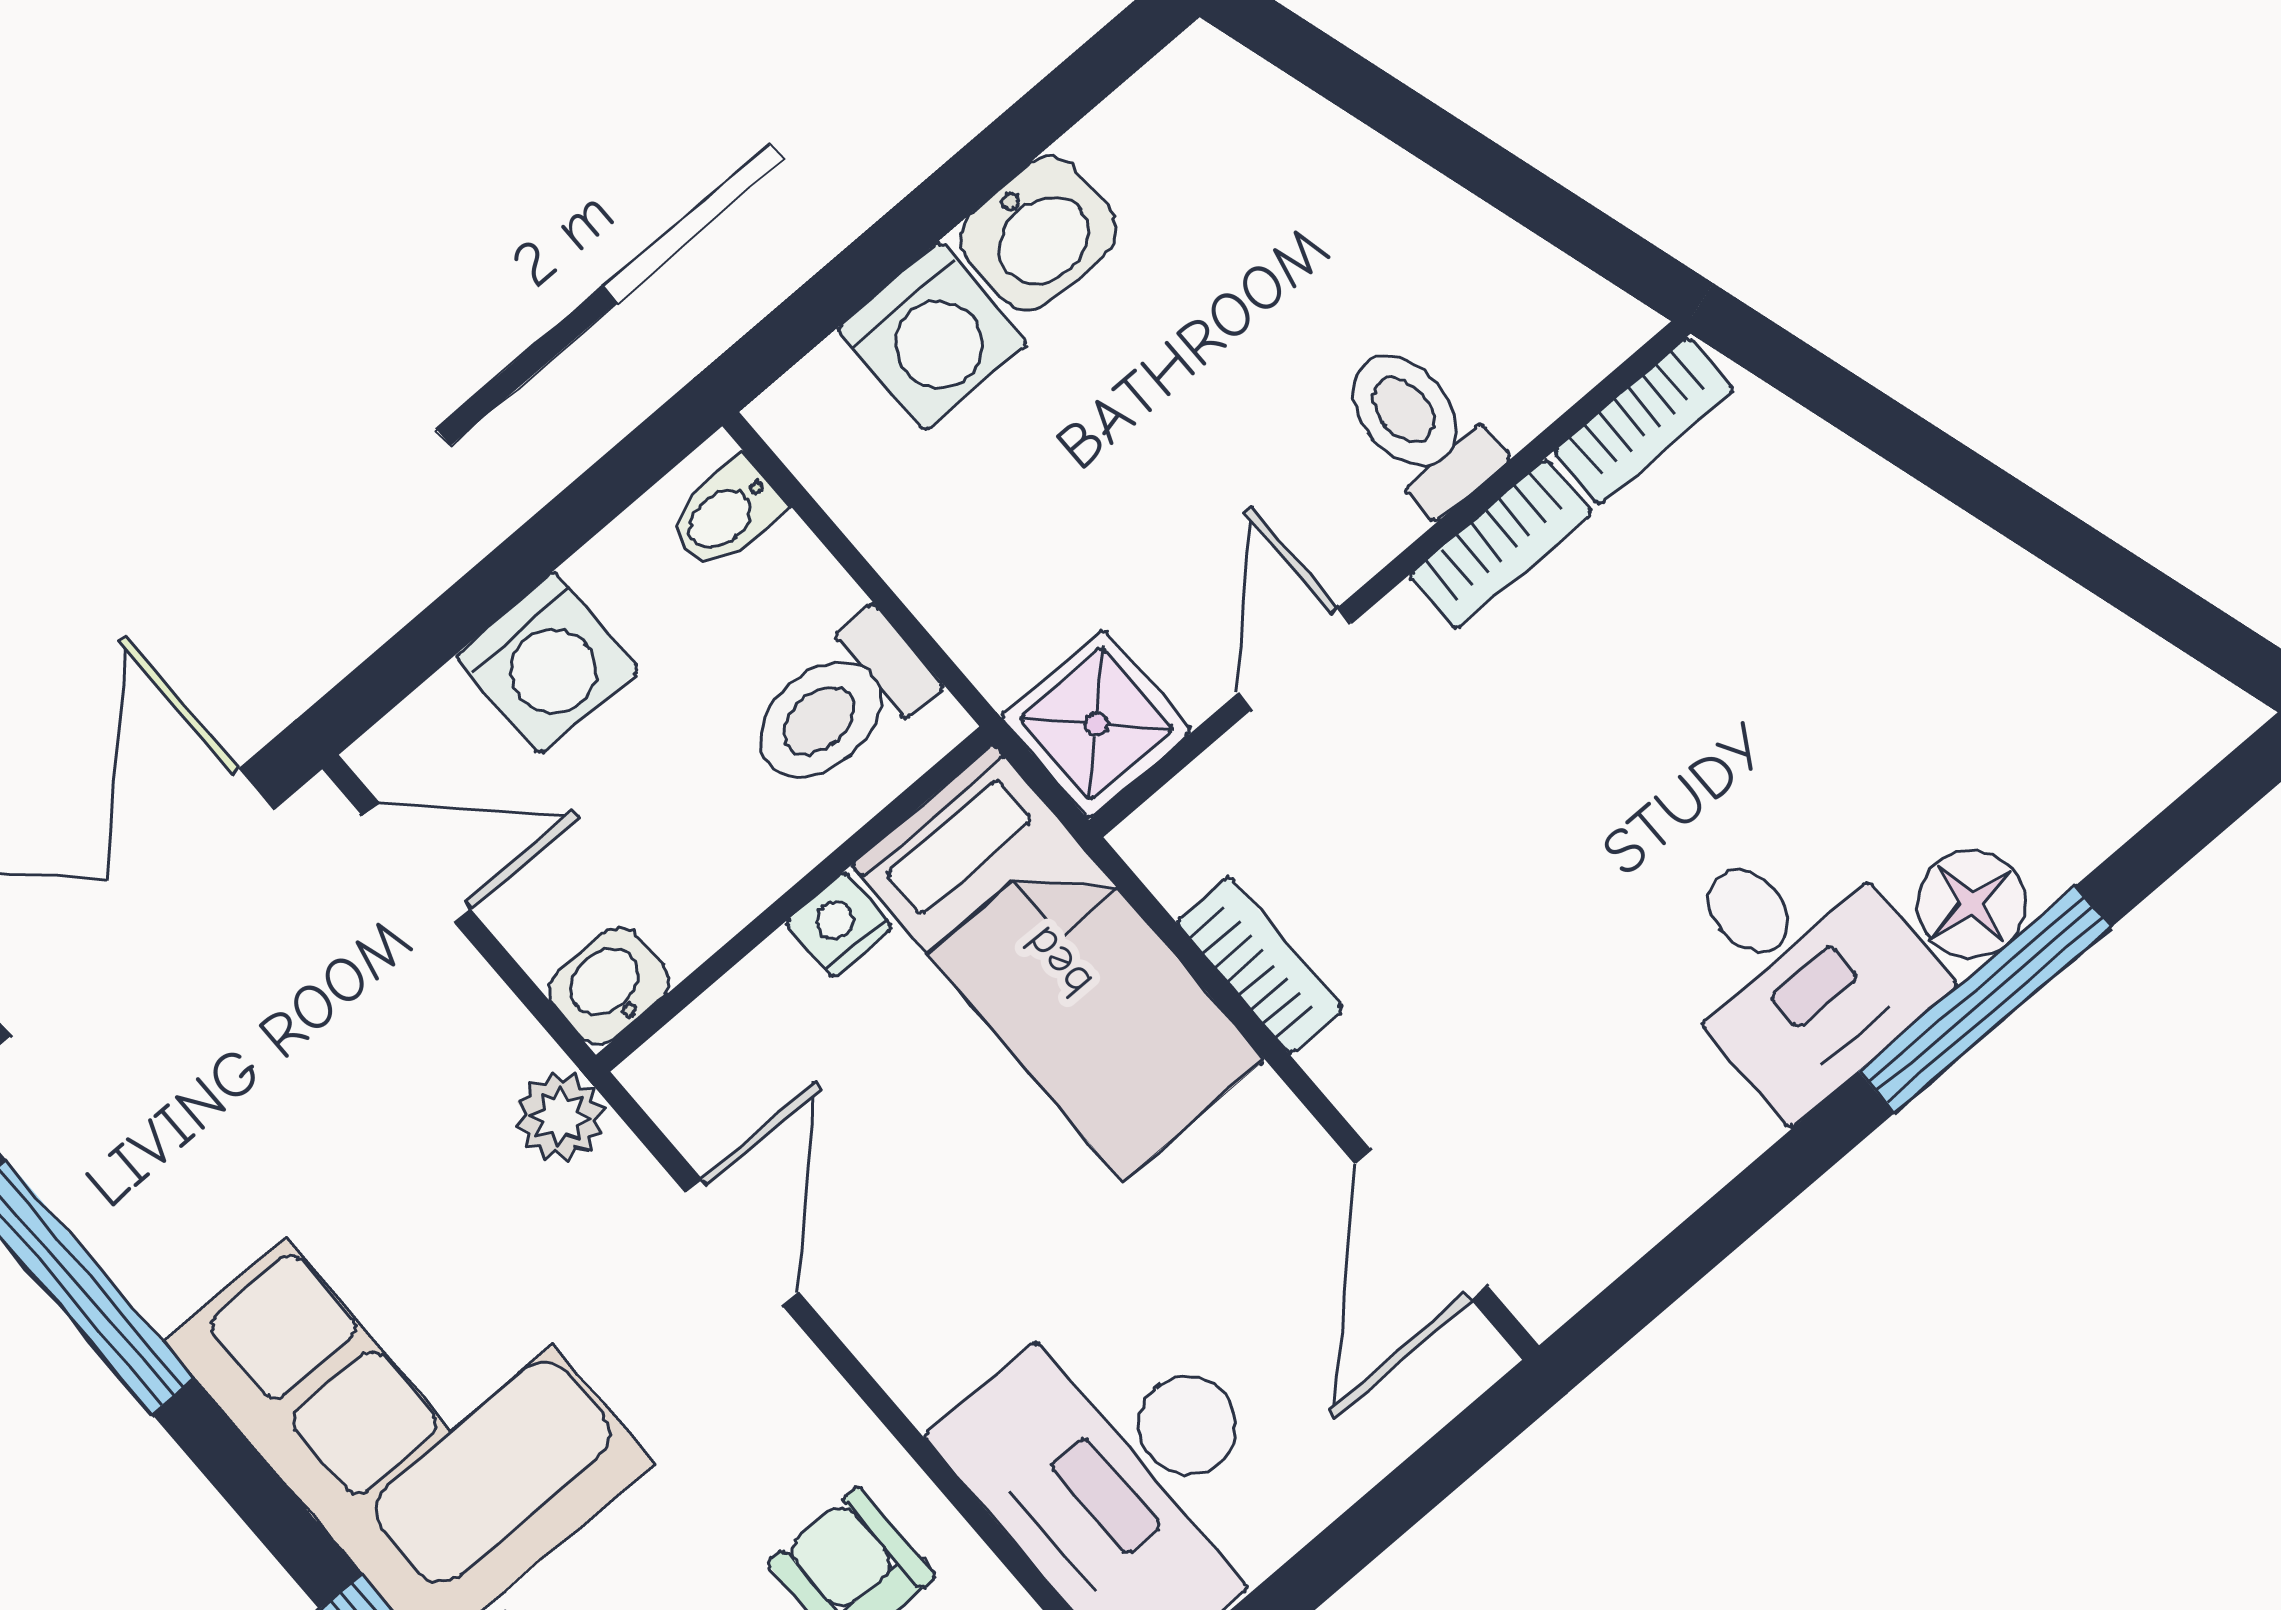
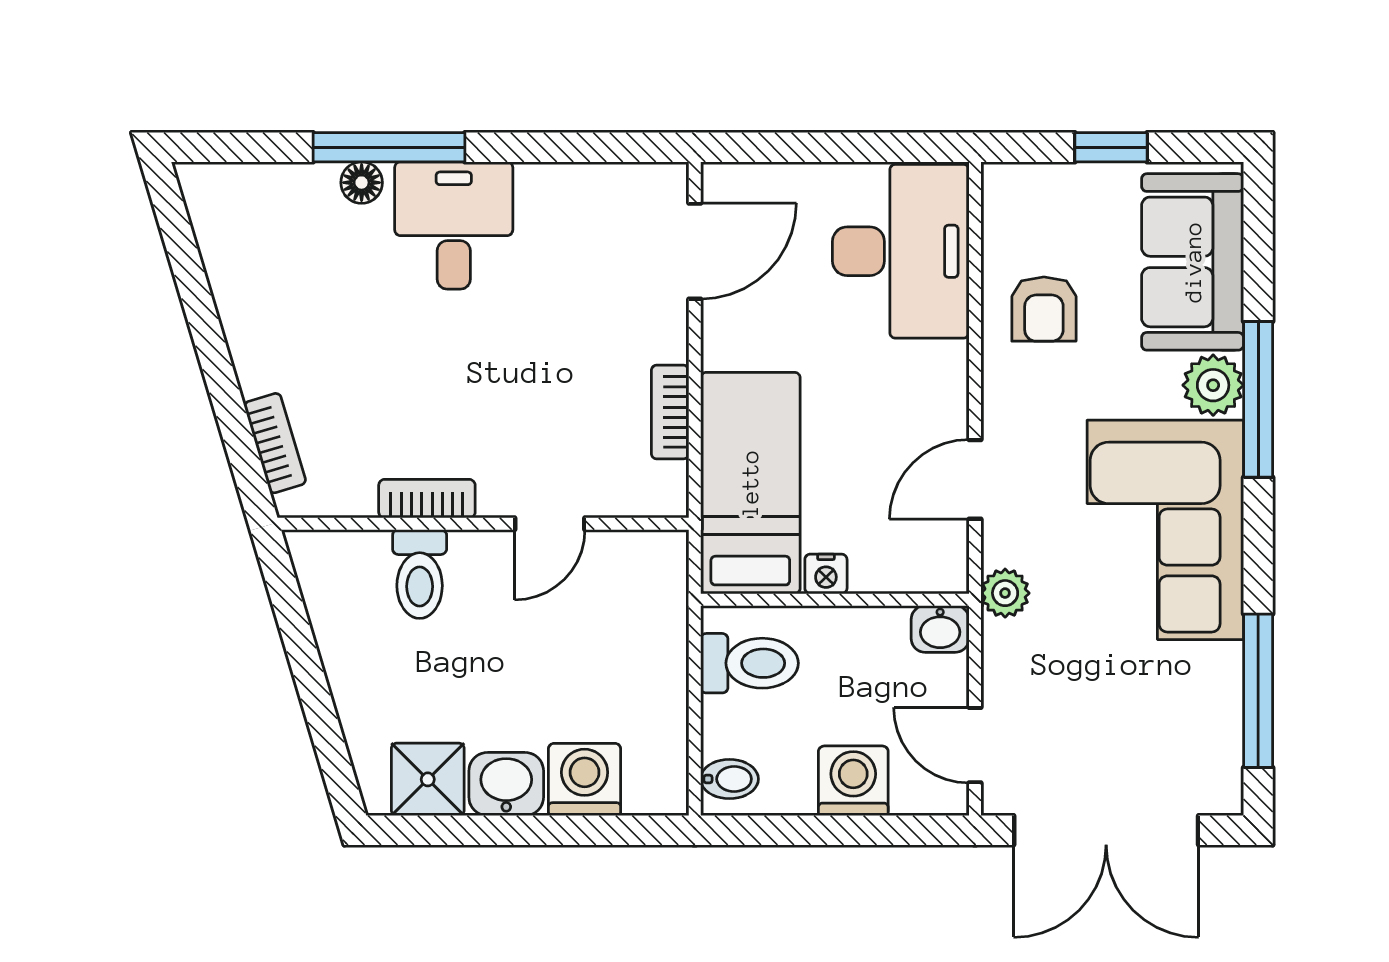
bookcase: (1644, 421) -> (275, 443), moved, turned 73
shower: (1096, 724) -> (428, 779), moved
floor lamp: (1971, 904) -> (362, 183), width x0.73, depth x0.73

